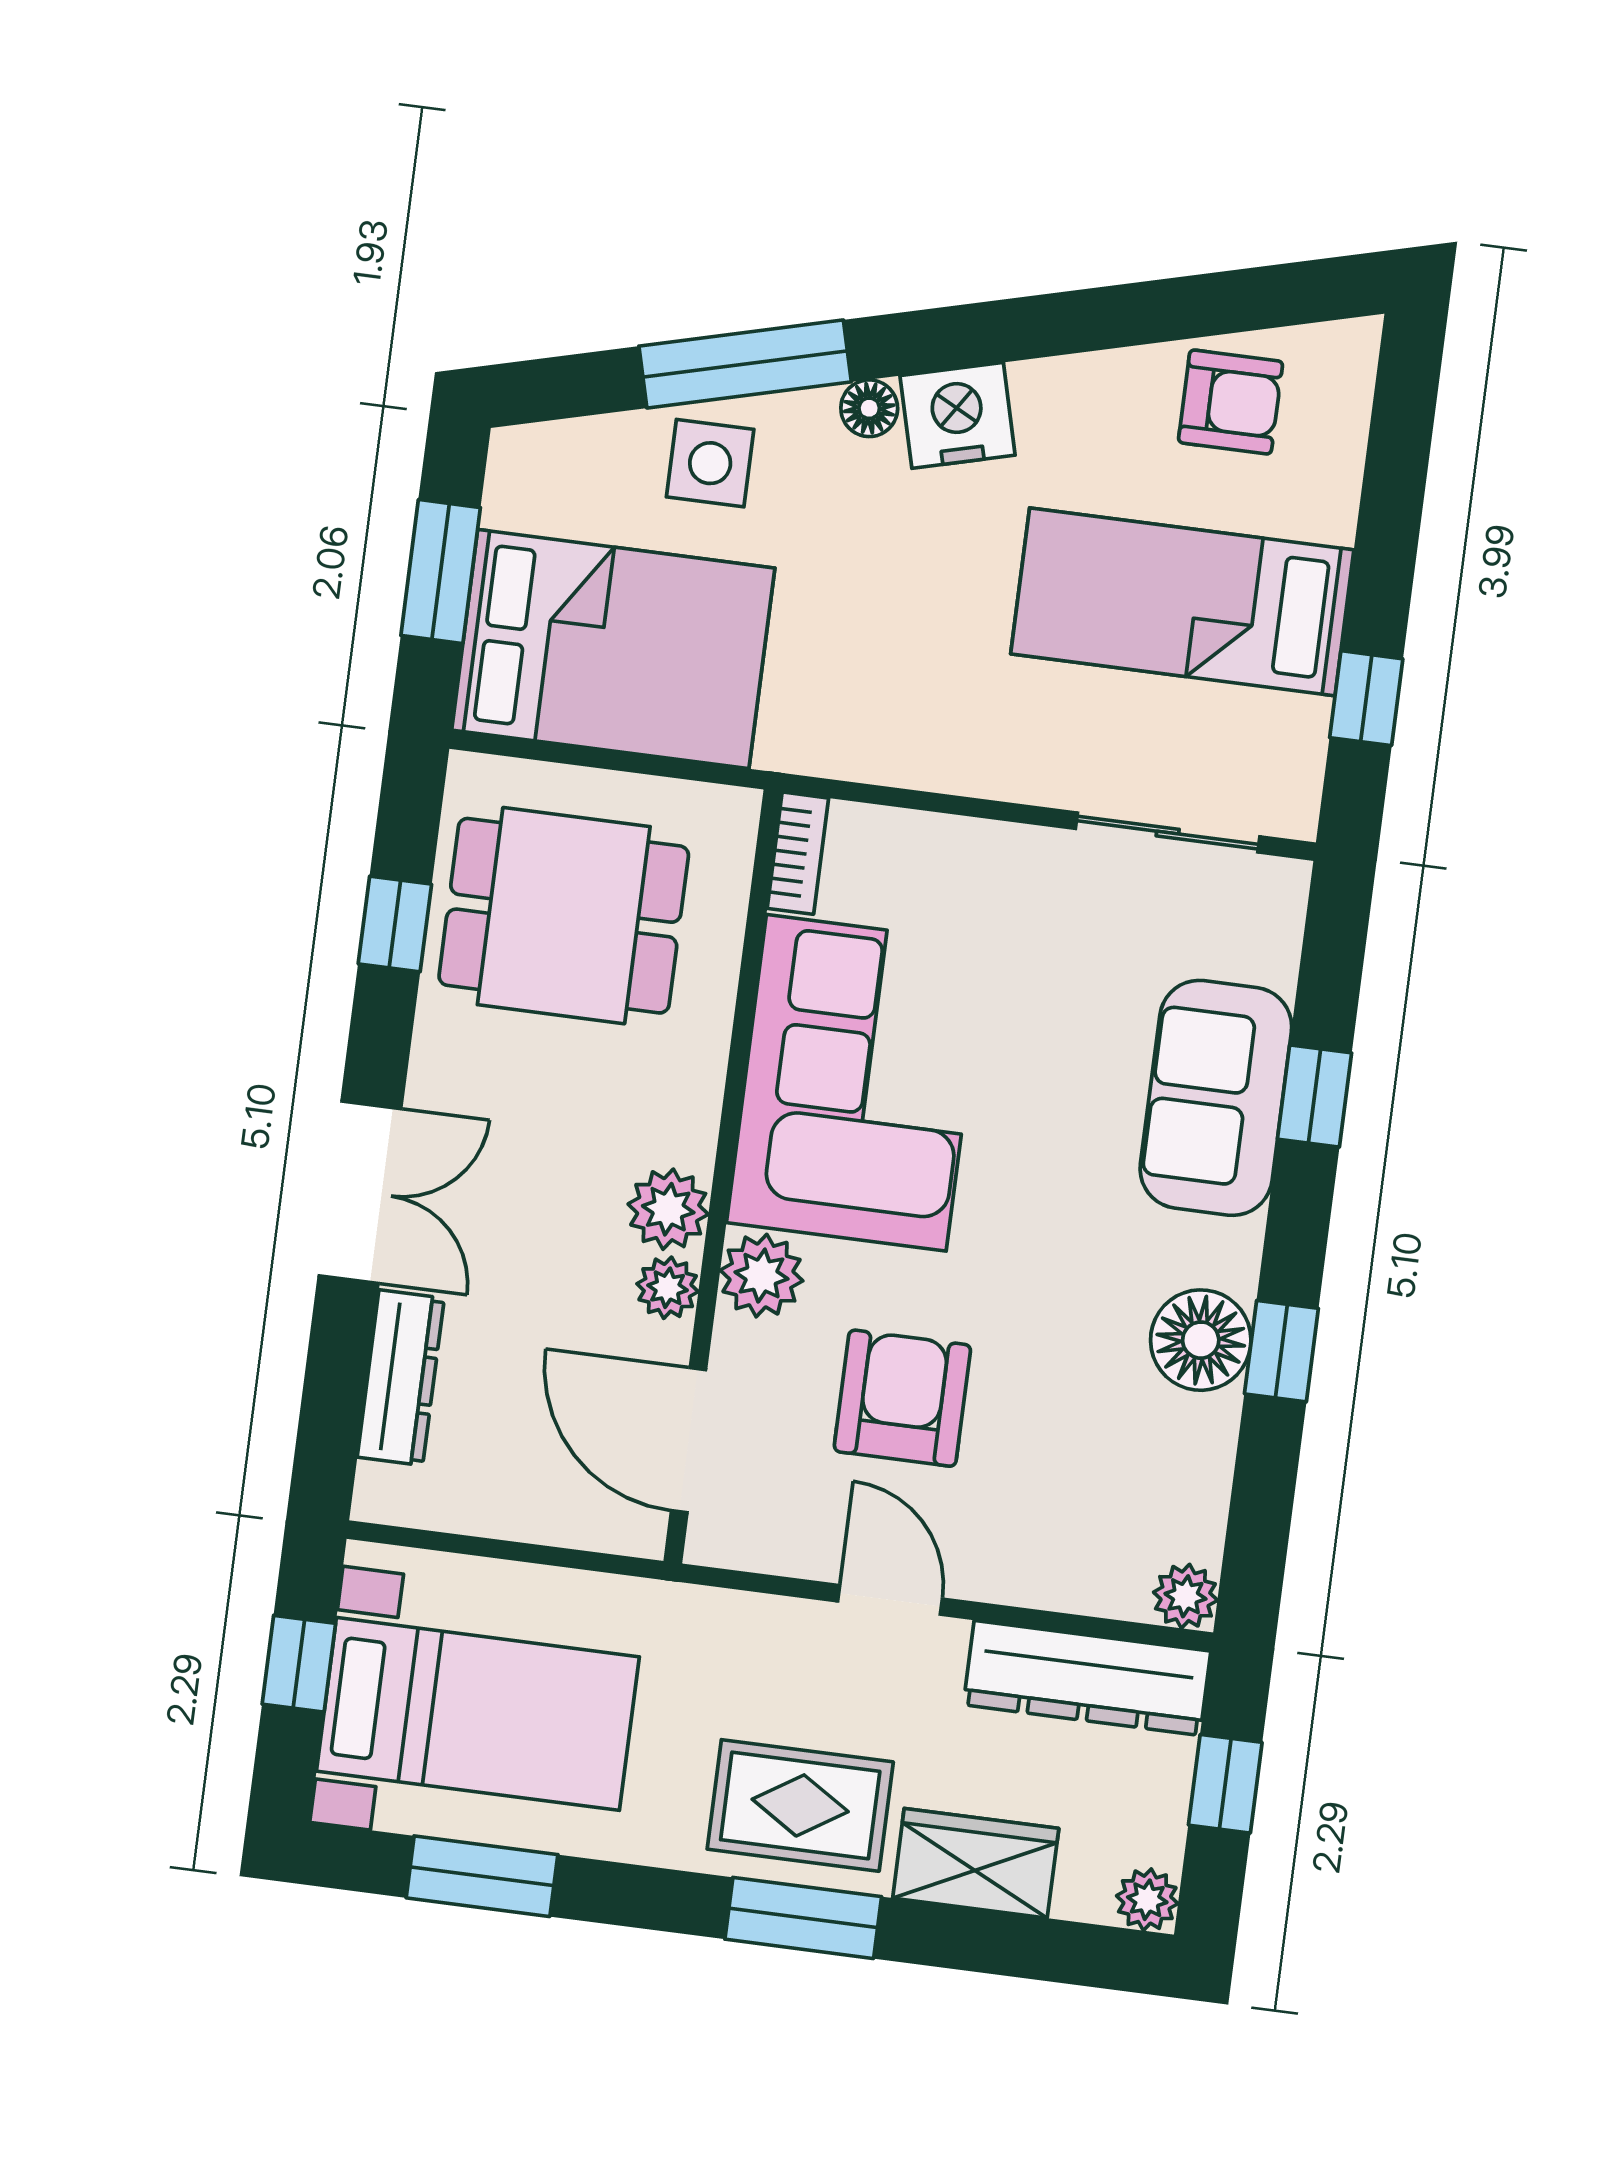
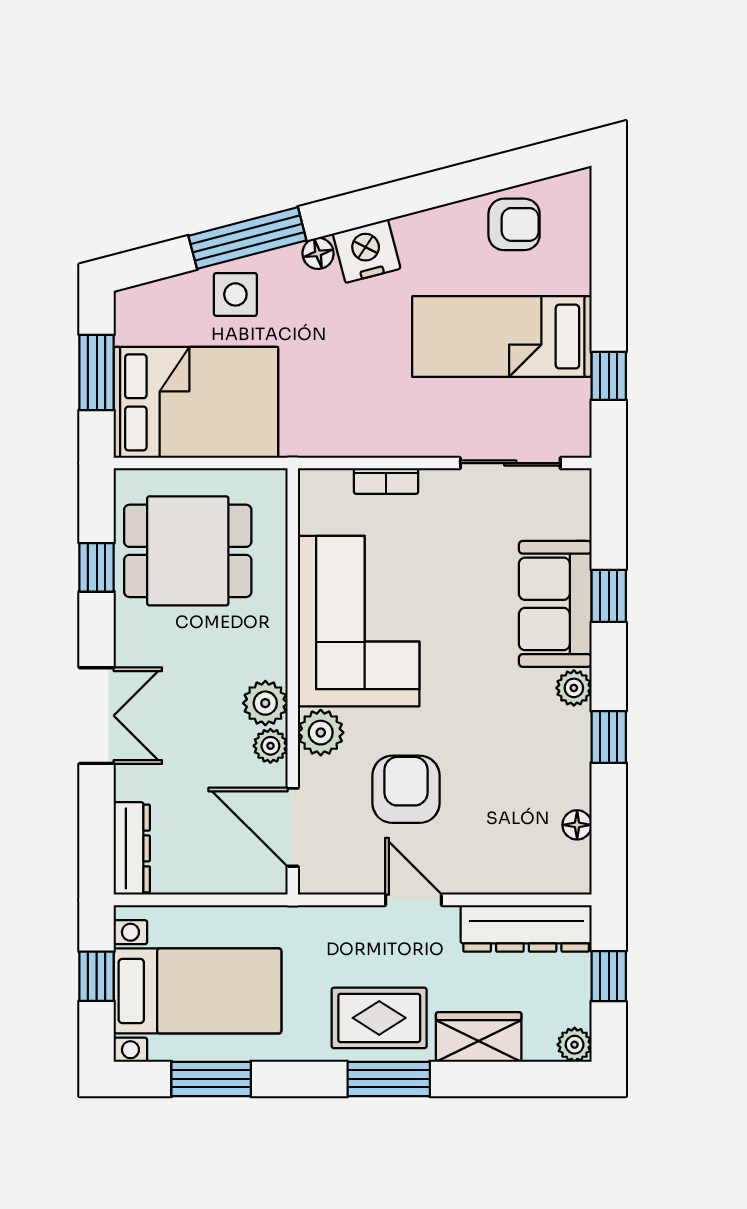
bookcase: (798, 853) -> (386, 481), moved, turned 90
floor lamp: (1201, 1340) -> (577, 825), moved, width x0.53, depth x0.53
dresser: (401, 1378) -> (132, 848), moved
plant: (1185, 1596) -> (574, 688), moved

